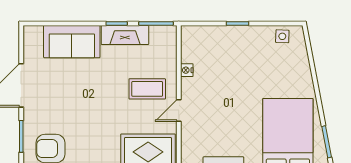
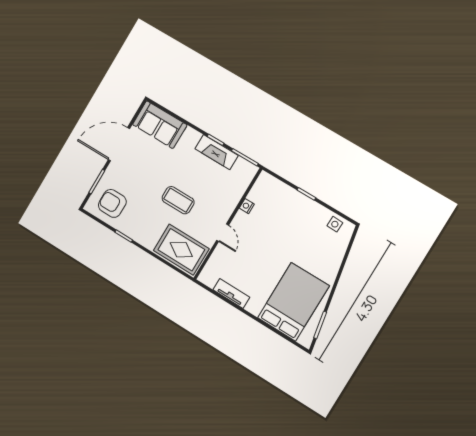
sofa: (72, 42) -> (160, 125), moved
coffee table: (147, 89) -> (178, 200), moved
door: (179, 110) -> (223, 233), swing flipped

